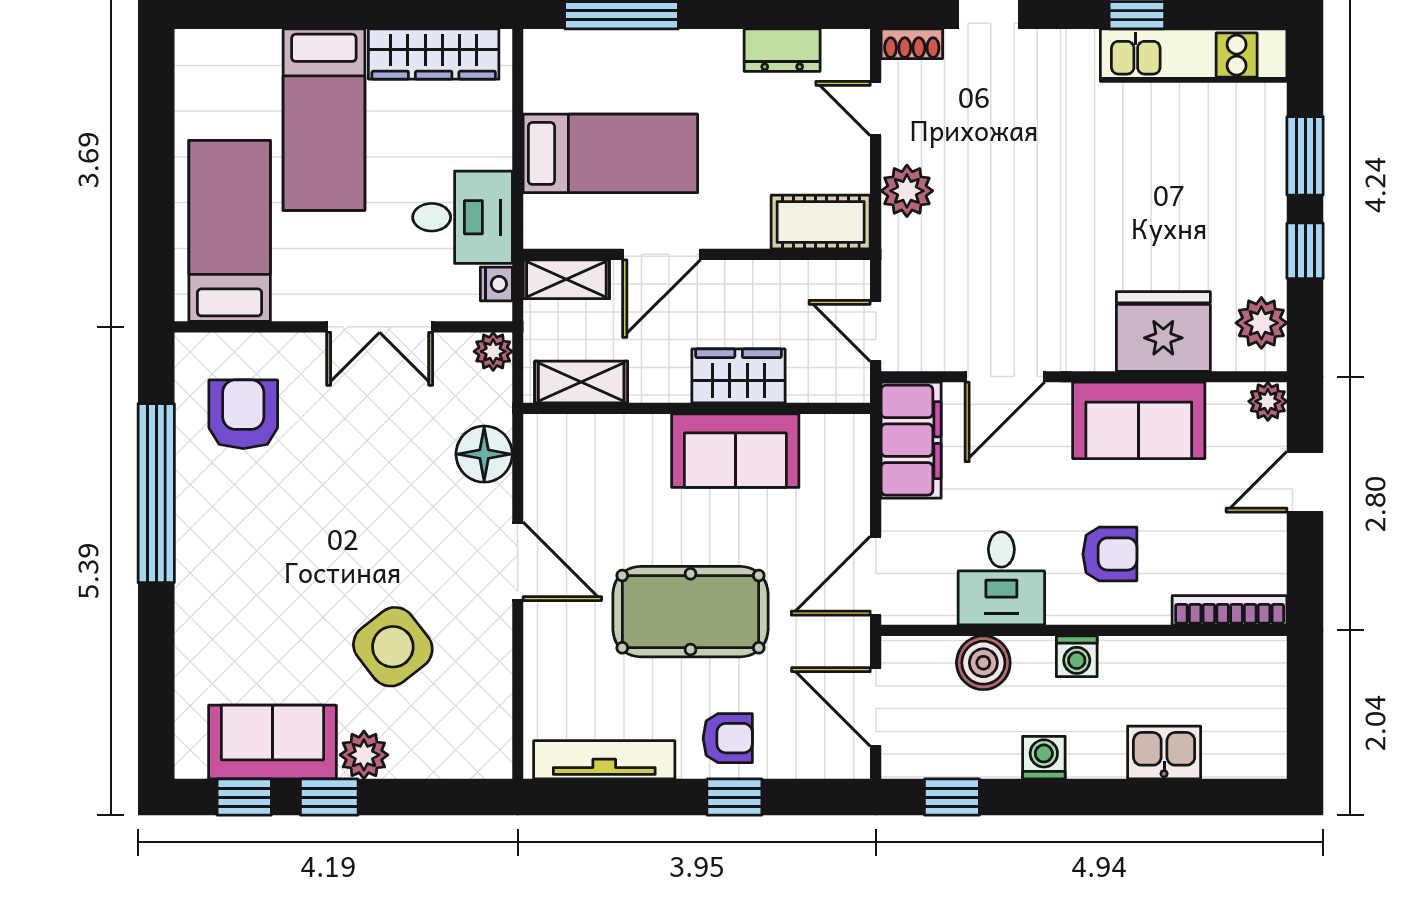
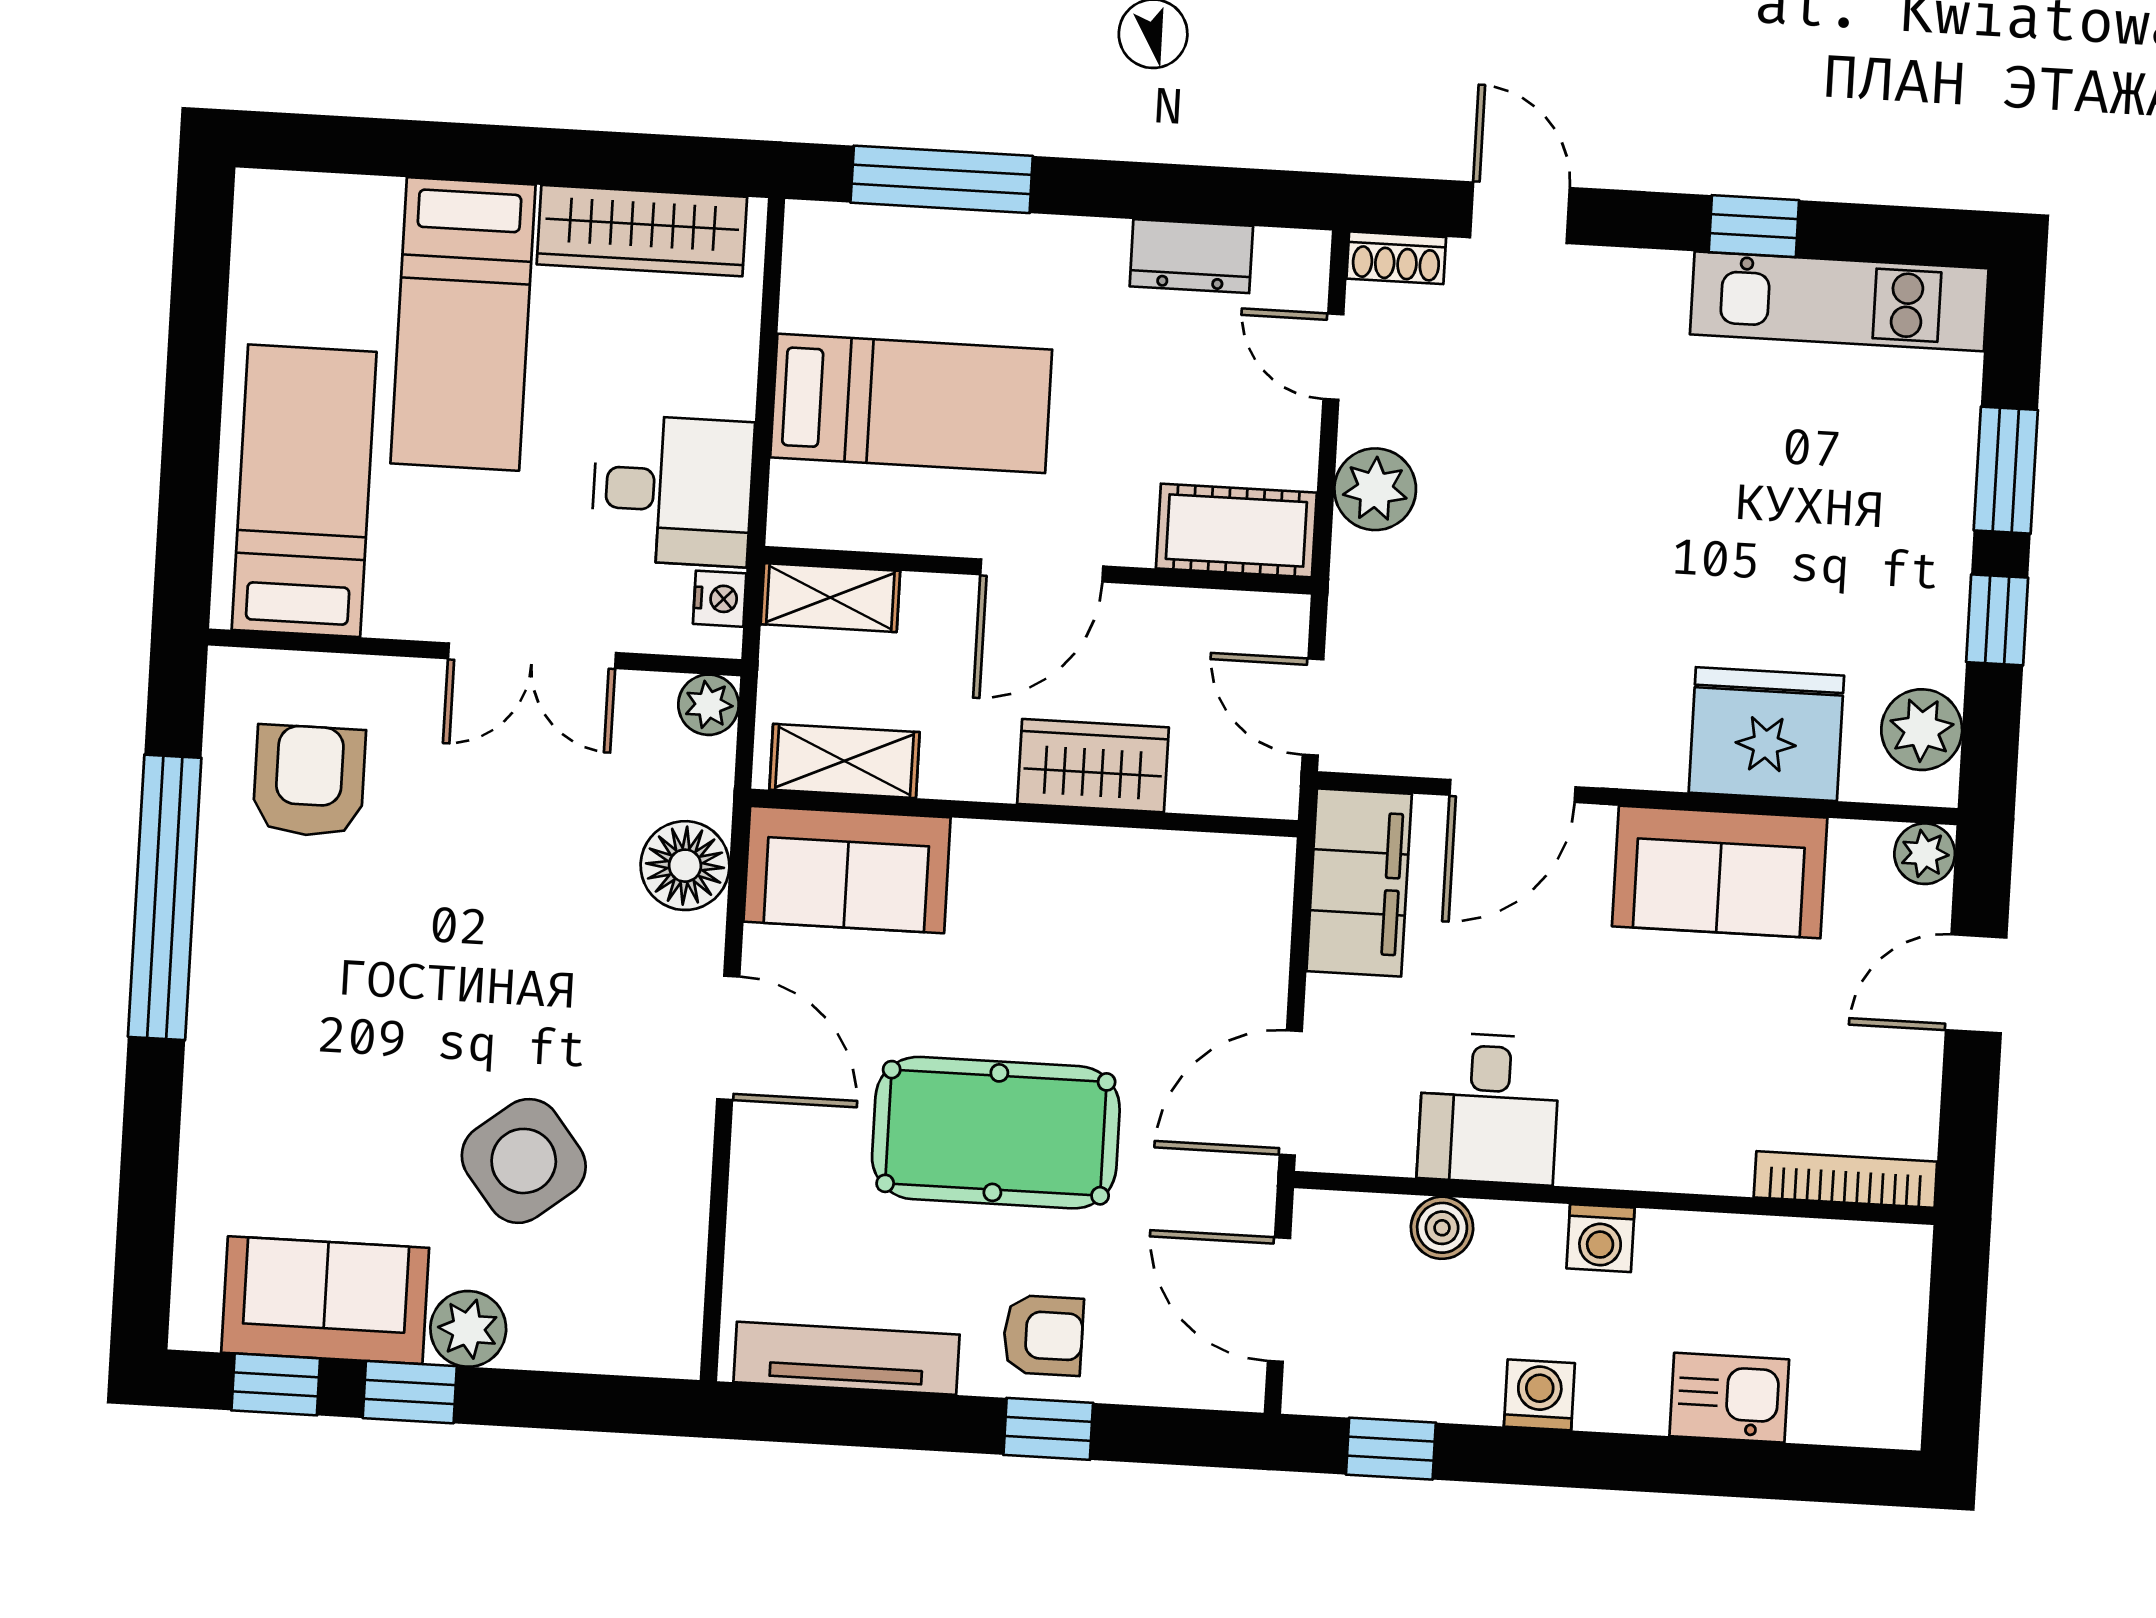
door: (662, 254) -> (1042, 570), moved
sofa: (735, 451) -> (847, 870), moved
armchair: (1110, 554) -> (1662, 1080), removed
boiler: (983, 663) -> (1442, 1228), width x0.73, depth x0.73

